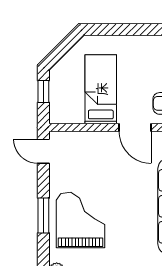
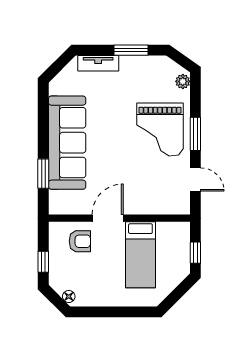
door: (135, 128) -> (108, 218), hinge flipped
door: (43, 151) -> (195, 179), moved

